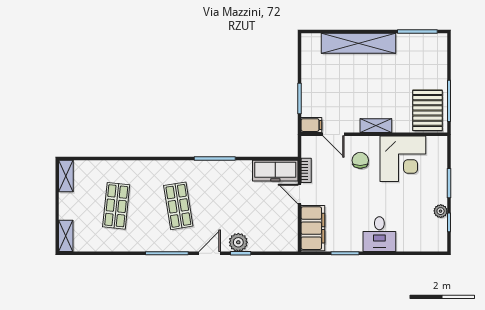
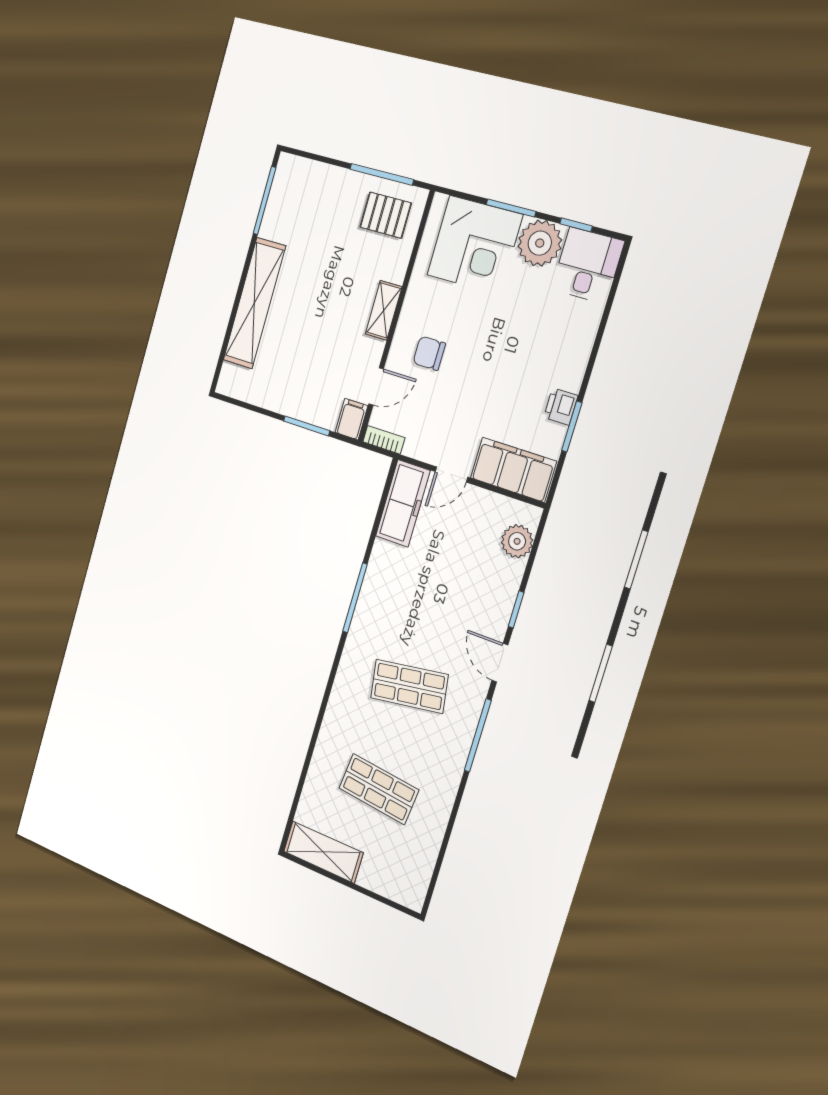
pallet: (428, 110) -> (386, 215), width x0.67, depth x0.71
corner desk: (403, 159) -> (475, 245), moved, turned 90
bookcase: (306, 170) -> (384, 440), moved
shelving: (66, 176) -> (323, 852), width x1.50, depth x1.33
plant: (441, 211) -> (540, 243), width x1.87, depth x1.87
desk: (379, 234) -> (588, 265), moved, turned -90
shelving: (66, 236) -> (400, 891), removed
plant: (238, 242) -> (517, 541), moved
printer: (353, 244) -> (561, 407), added

